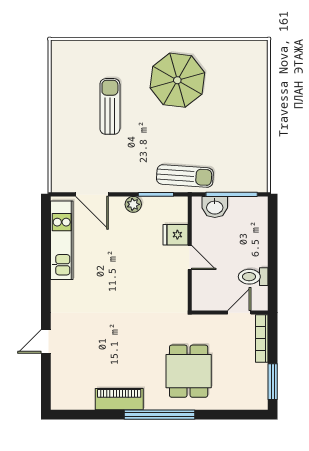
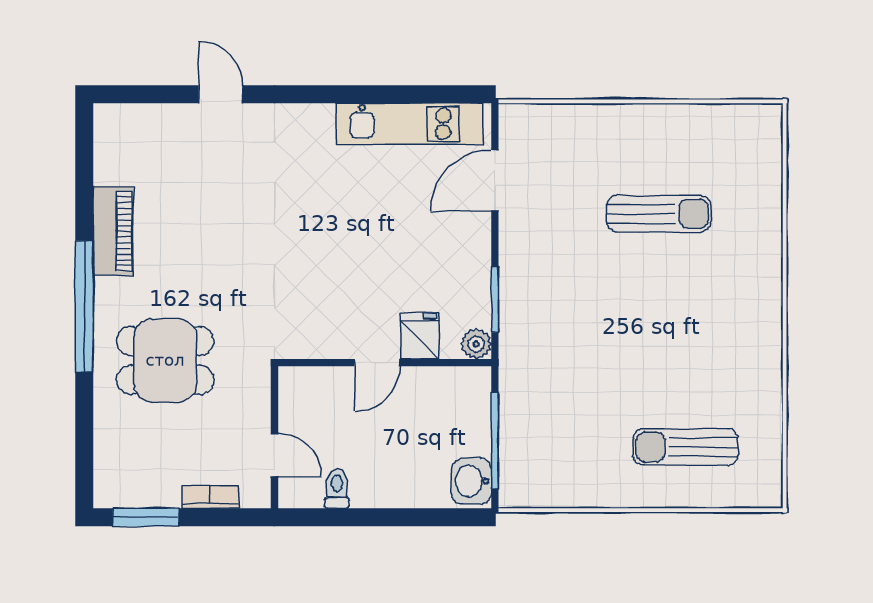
parasol: (177, 80) -> (708, 340), removed
sun lounger: (185, 176) -> (686, 447), moved, turned 86
plant: (133, 204) -> (476, 344), moved
washbasin: (215, 207) -> (472, 481), moved
toilet: (253, 277) -> (337, 489), width x0.73, depth x0.72
bookcase: (262, 339) -> (210, 497), width x0.64

